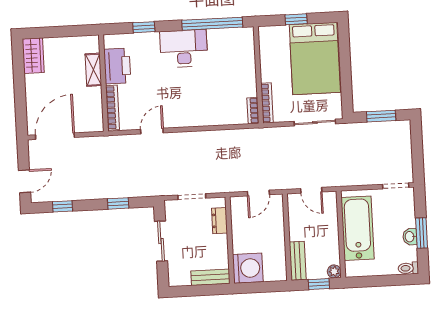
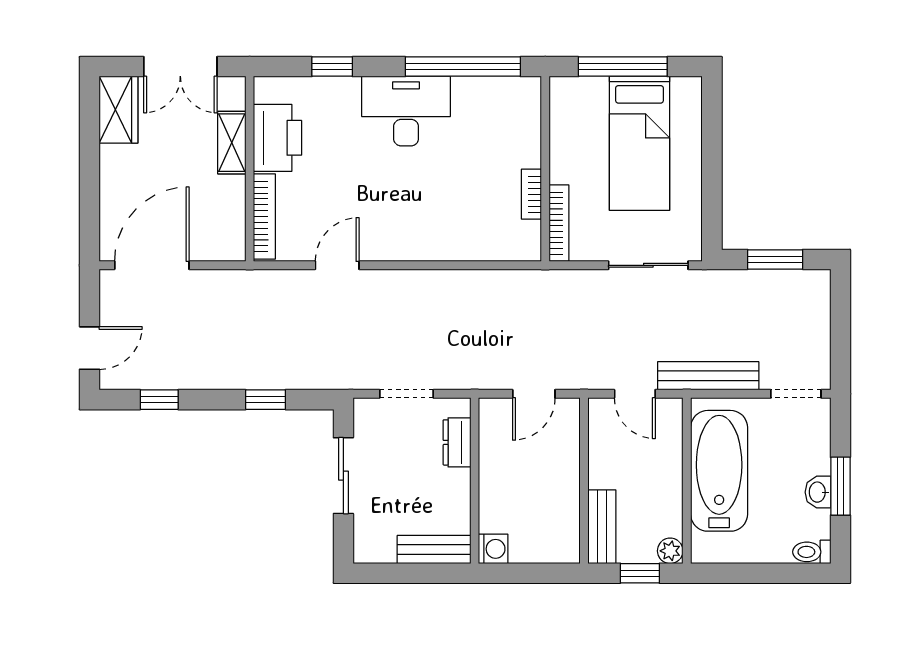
window: (296, 19) -> (623, 67), width x2.17
double door: (64, 31) -> (180, 67), added
bed: (315, 59) -> (640, 143), width x0.67
bookcase: (253, 111) -> (531, 194), moved
bench: (349, 179) -> (708, 376), added
washing machine: (248, 268) -> (493, 549), width x0.53, depth x0.53

